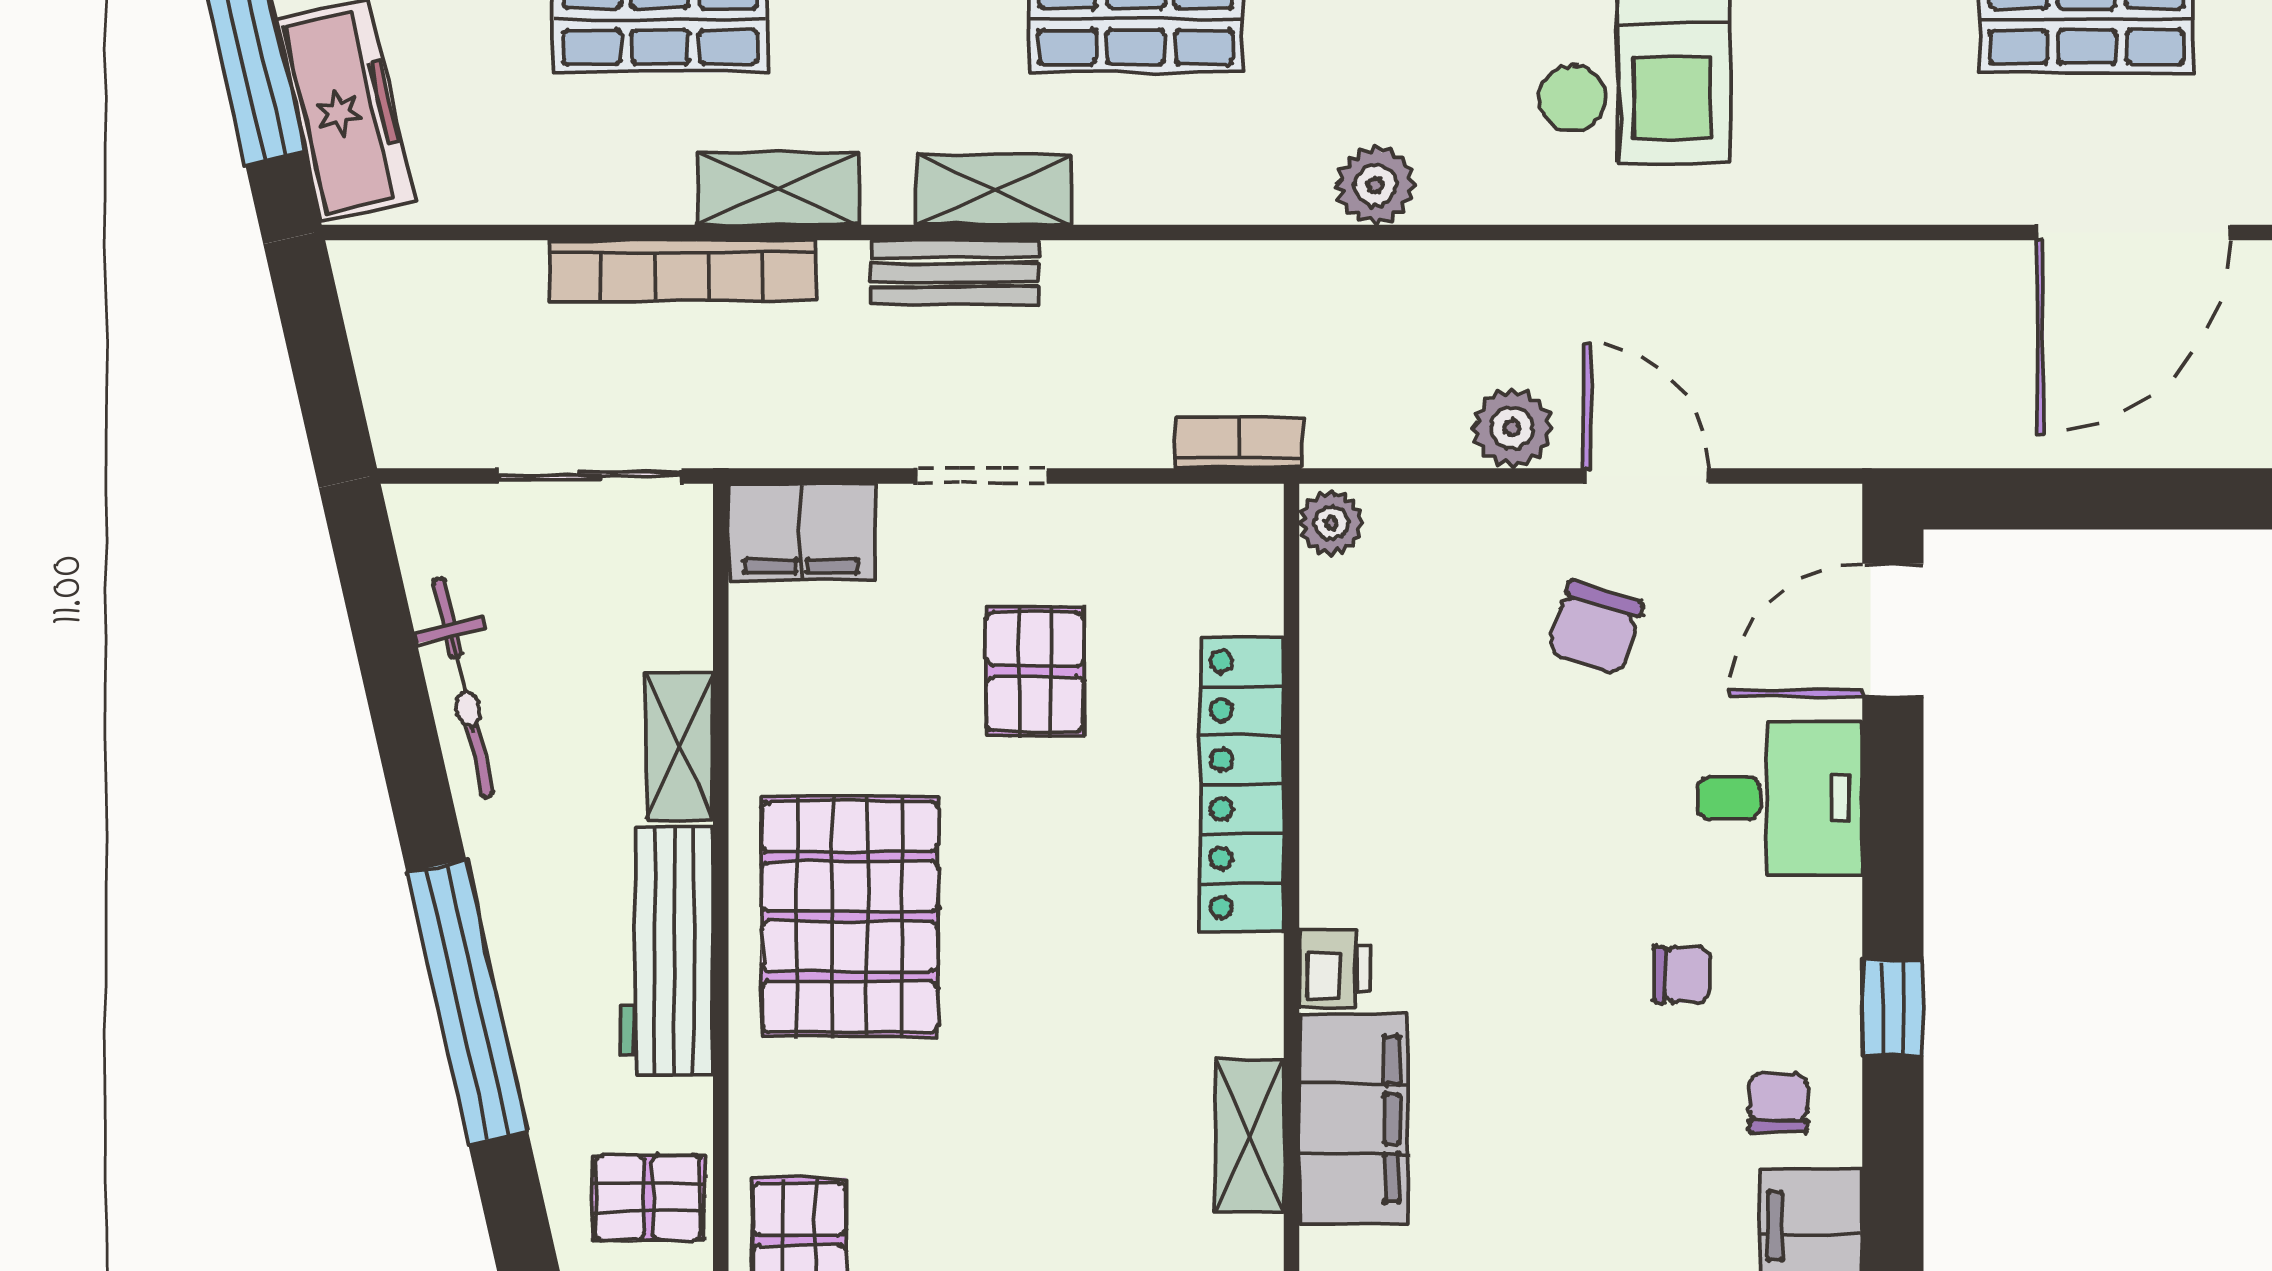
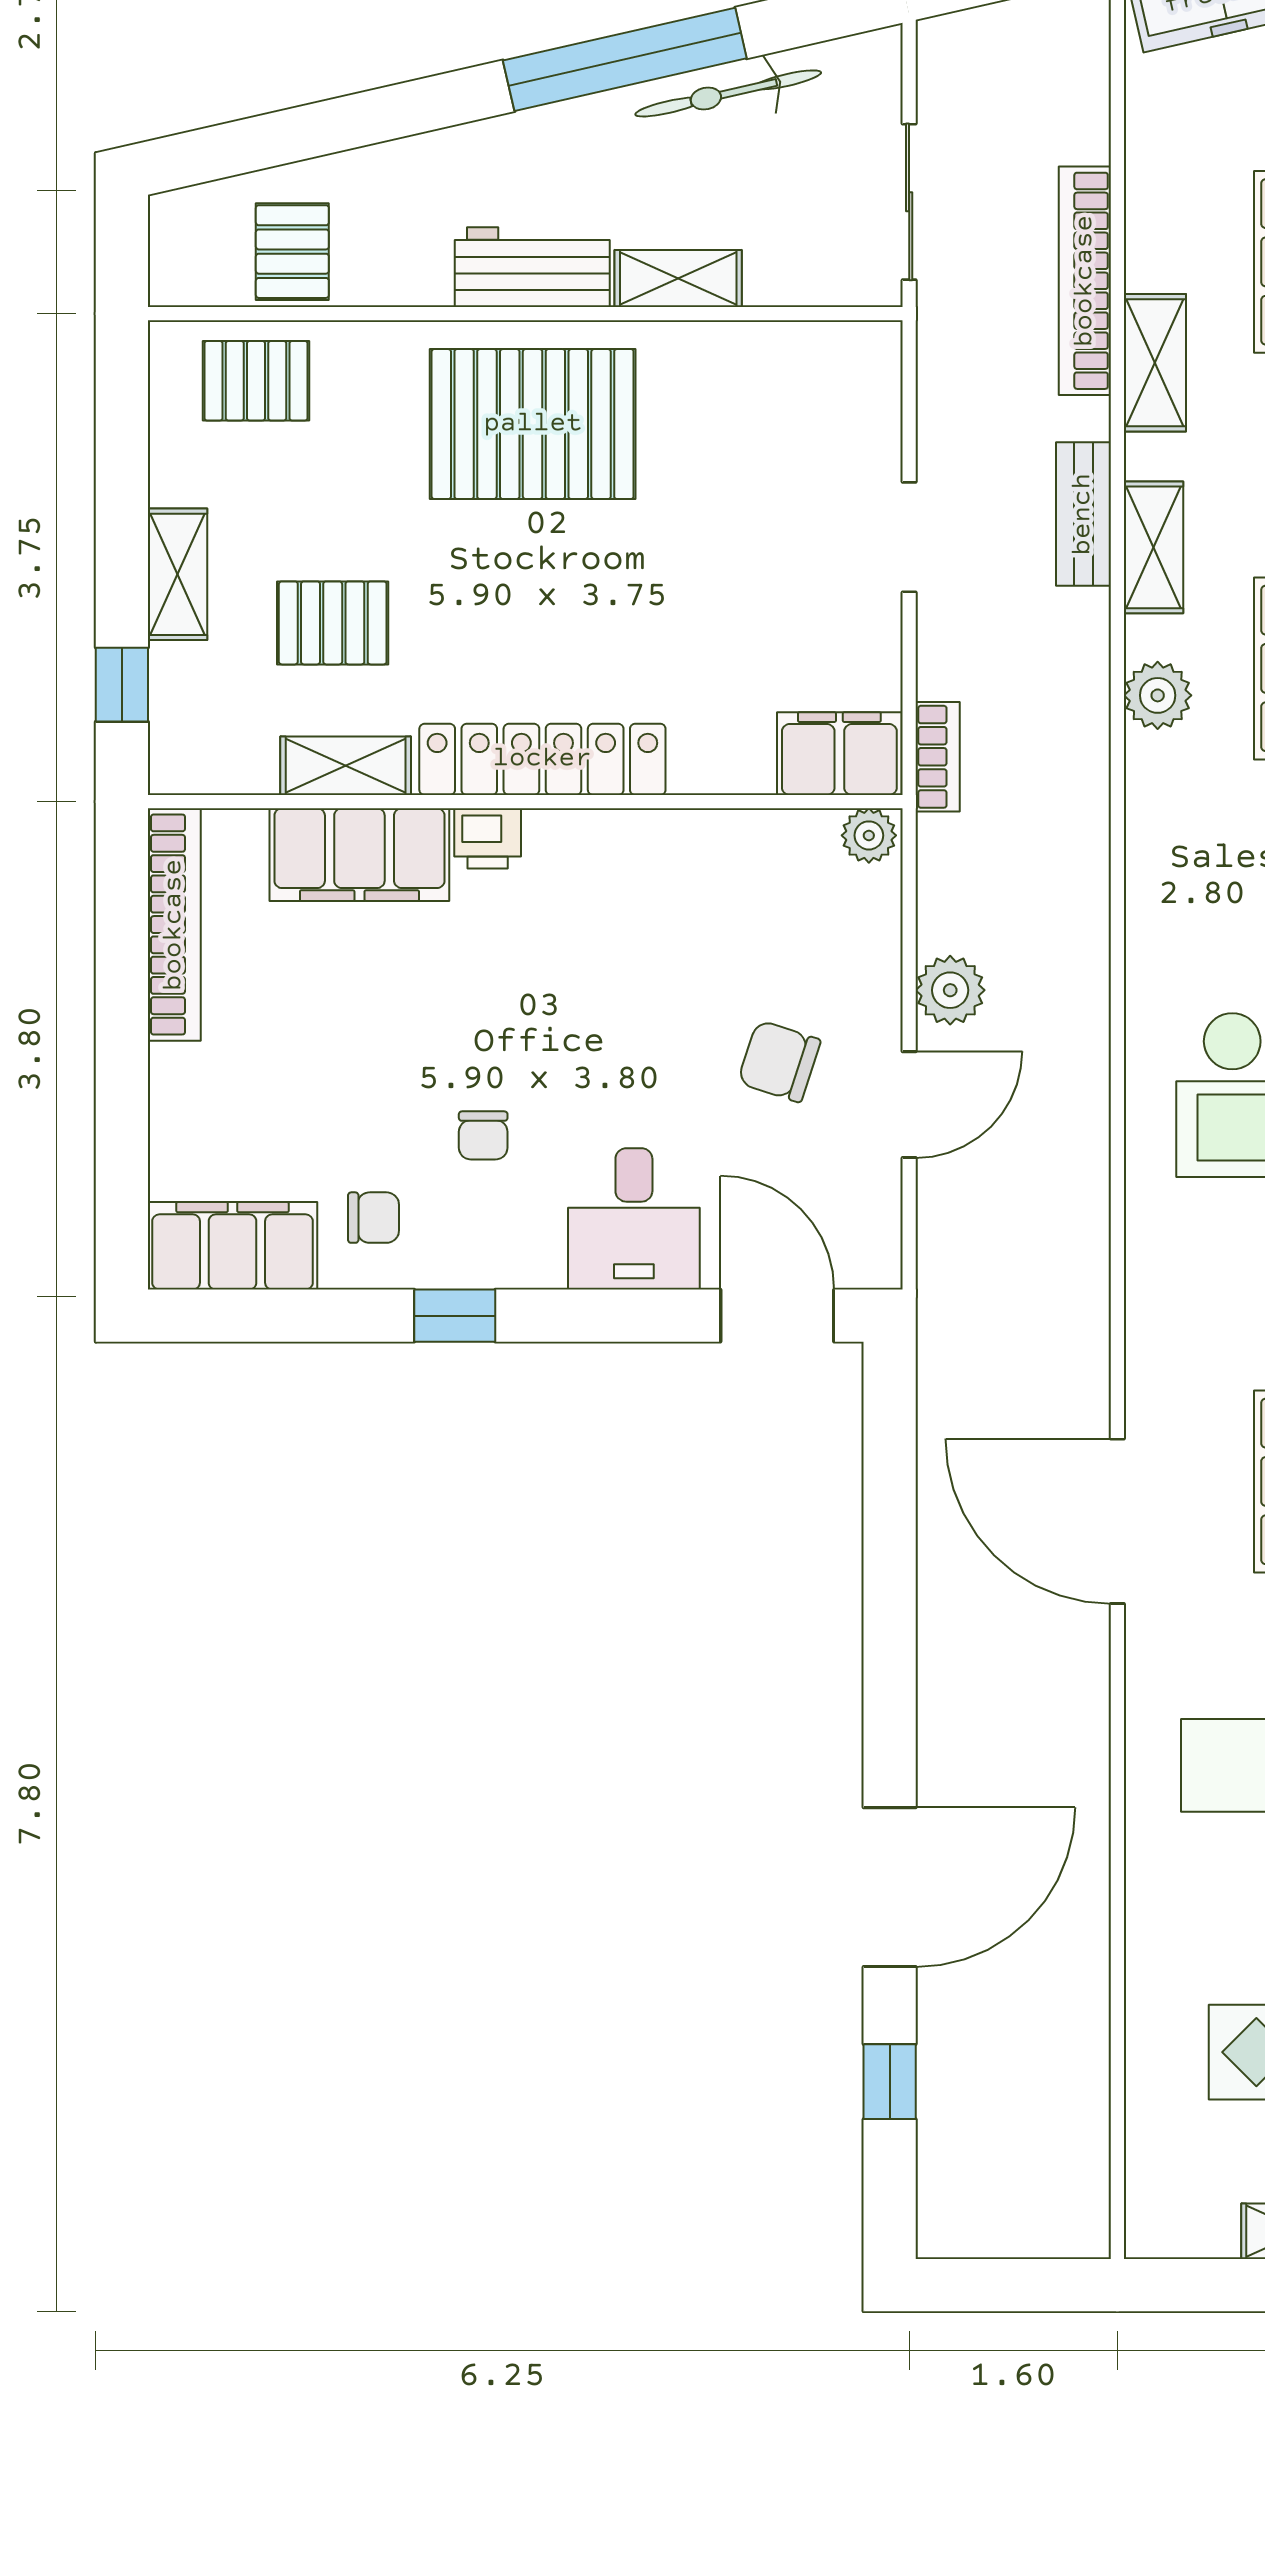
plant: (1375, 185) -> (1158, 695), moved
filing cabinet: (801, 532) -> (839, 754), moved, turned 90
pallet: (1035, 672) -> (333, 623), moved
locker: (1242, 784) -> (542, 759), moved
workbench: (666, 951) -> (532, 267), width x0.73
window: (467, 1002) -> (625, 59), moved

